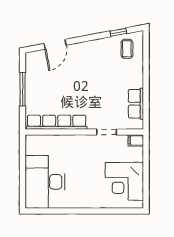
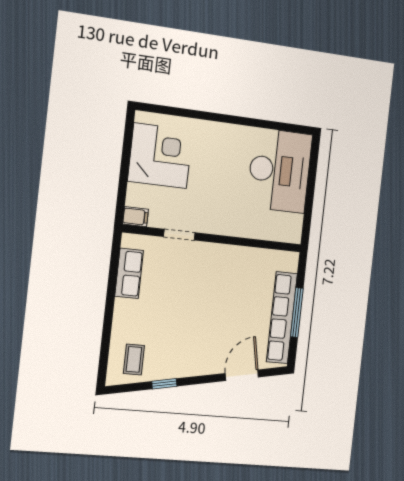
window: (118, 32) -> (164, 384), moved
row of seats: (57, 122) -> (282, 318), moved, turned 90

